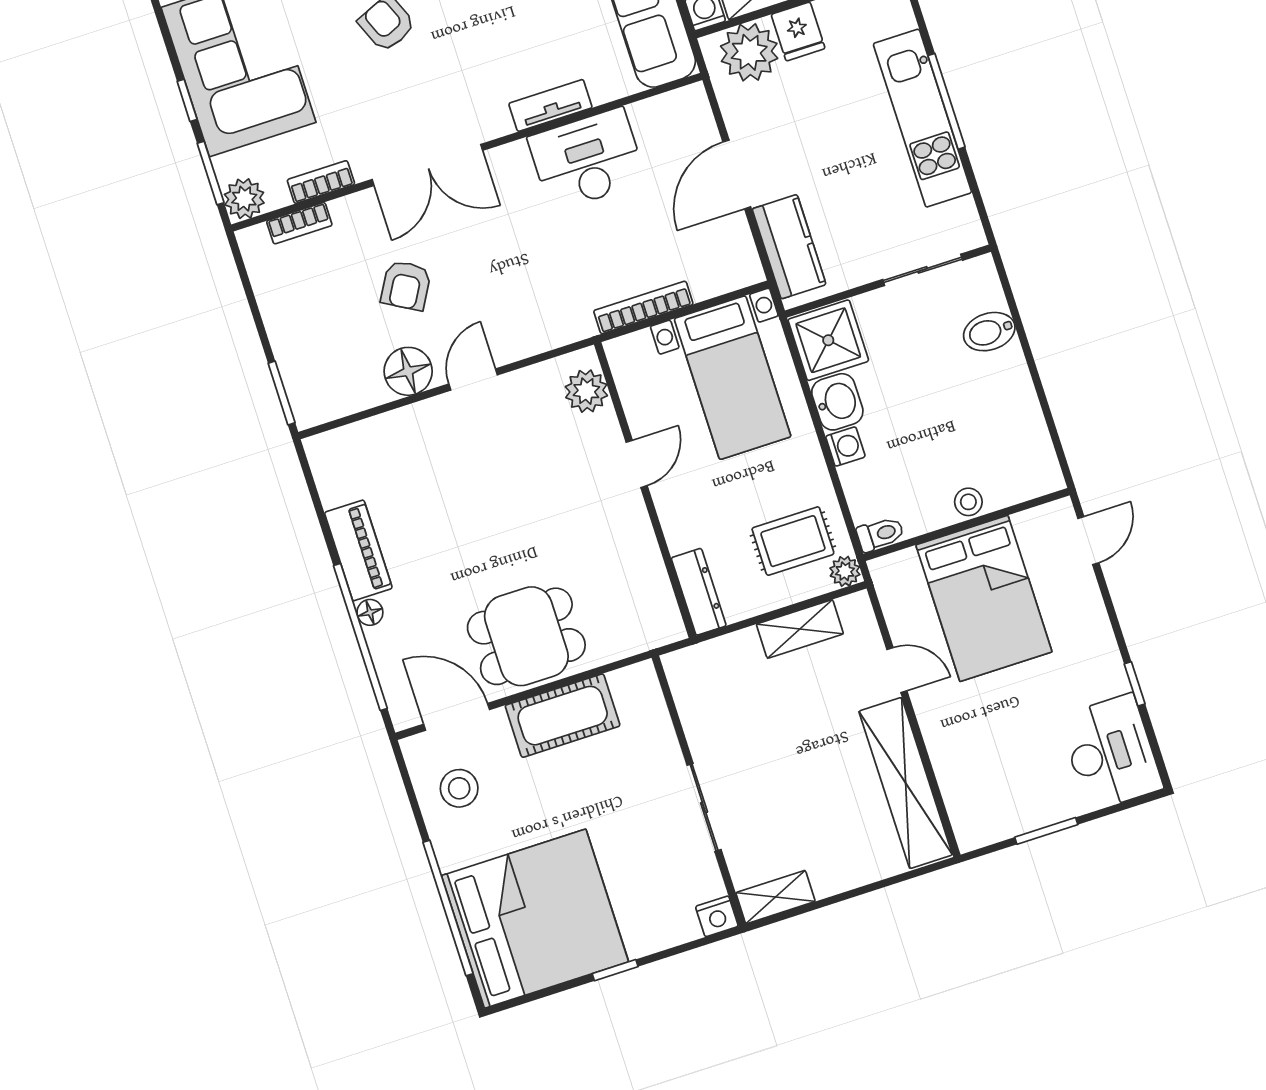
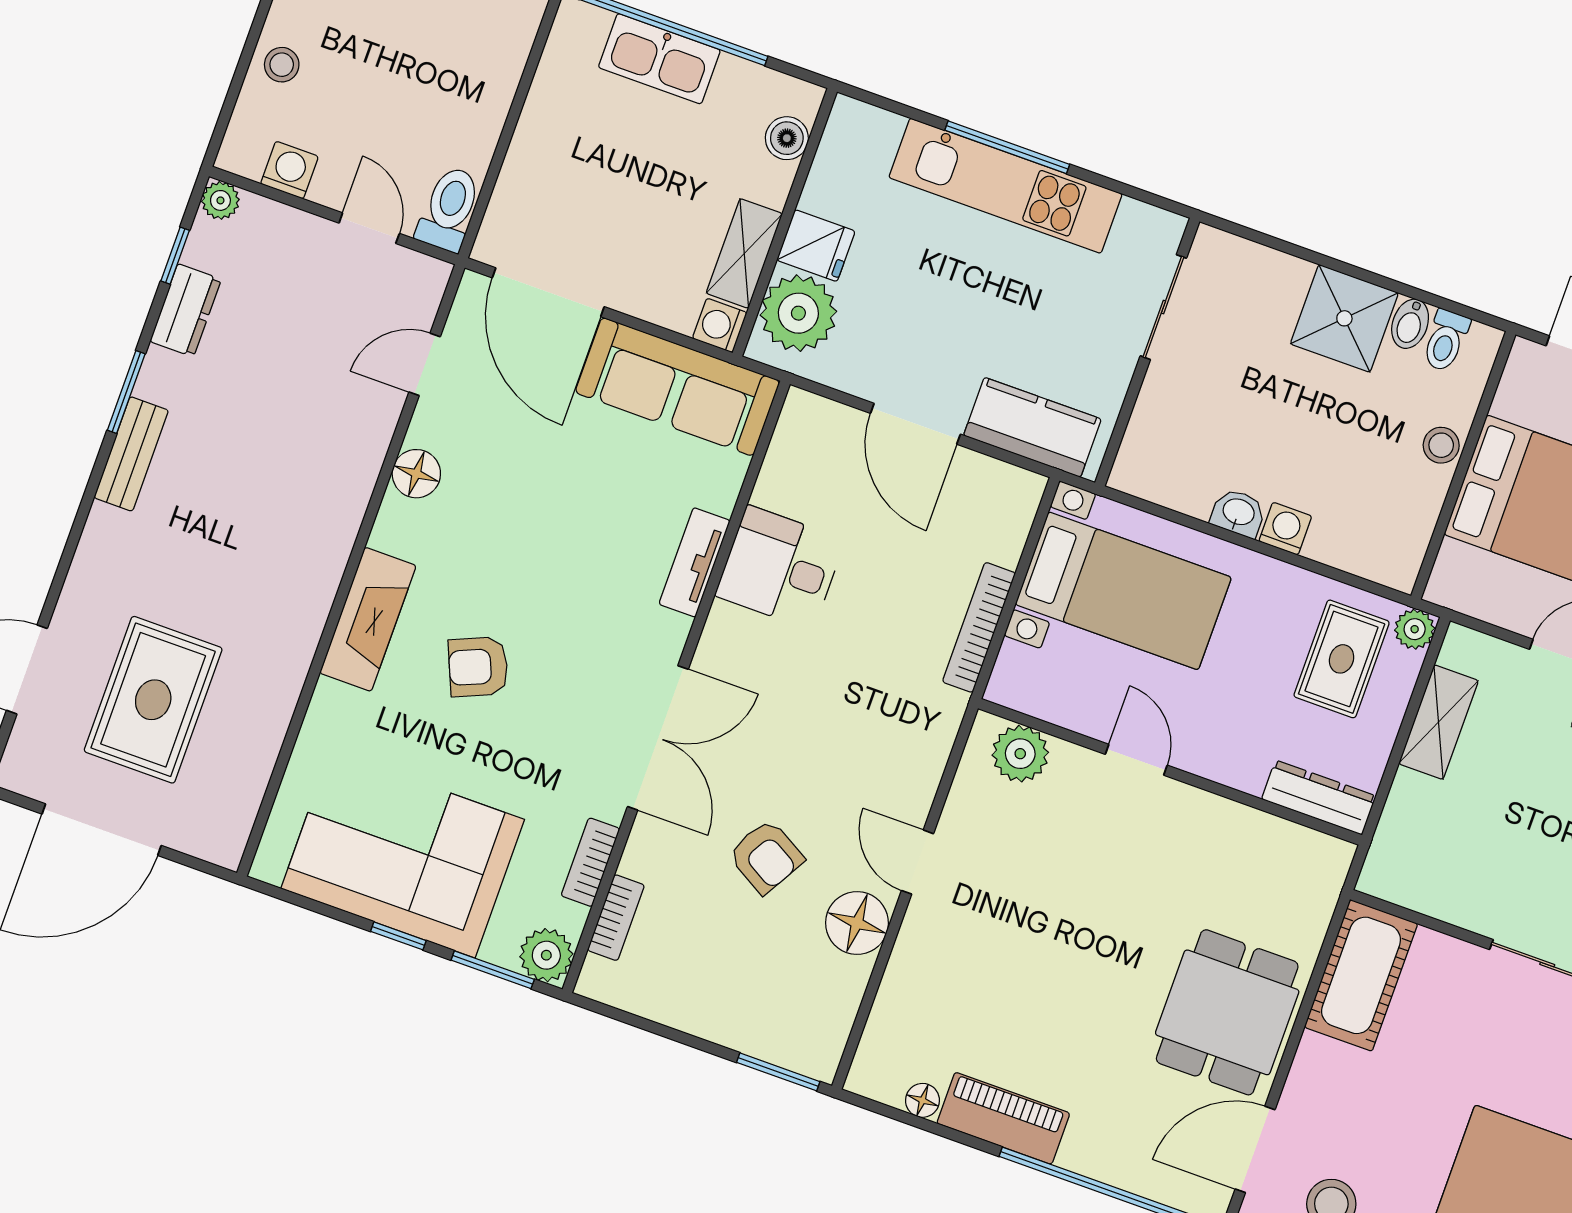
desk: (587, 160) -> (780, 568), width x0.73
bidet: (989, 332) -> (1410, 324), moved, width x0.72, depth x0.74
shower: (828, 340) -> (1344, 318), moved
washbasin: (837, 402) -> (1238, 513), width x0.72, depth x0.69
toilet: (880, 534) -> (1446, 340), moved, turned 180
floor lamp: (370, 612) -> (922, 1100), moved
cot: (563, 716) -> (1361, 975), moved

